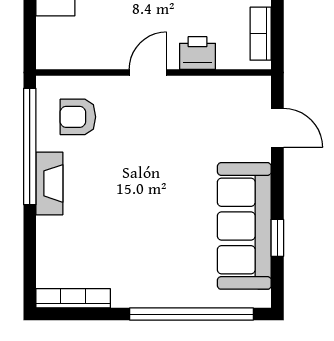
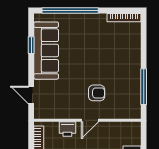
armchair: (78, 117) -> (97, 93), moved
window: (30, 146) -> (144, 87), width x0.68
fireplace: (49, 183) -> (135, 70), removed

